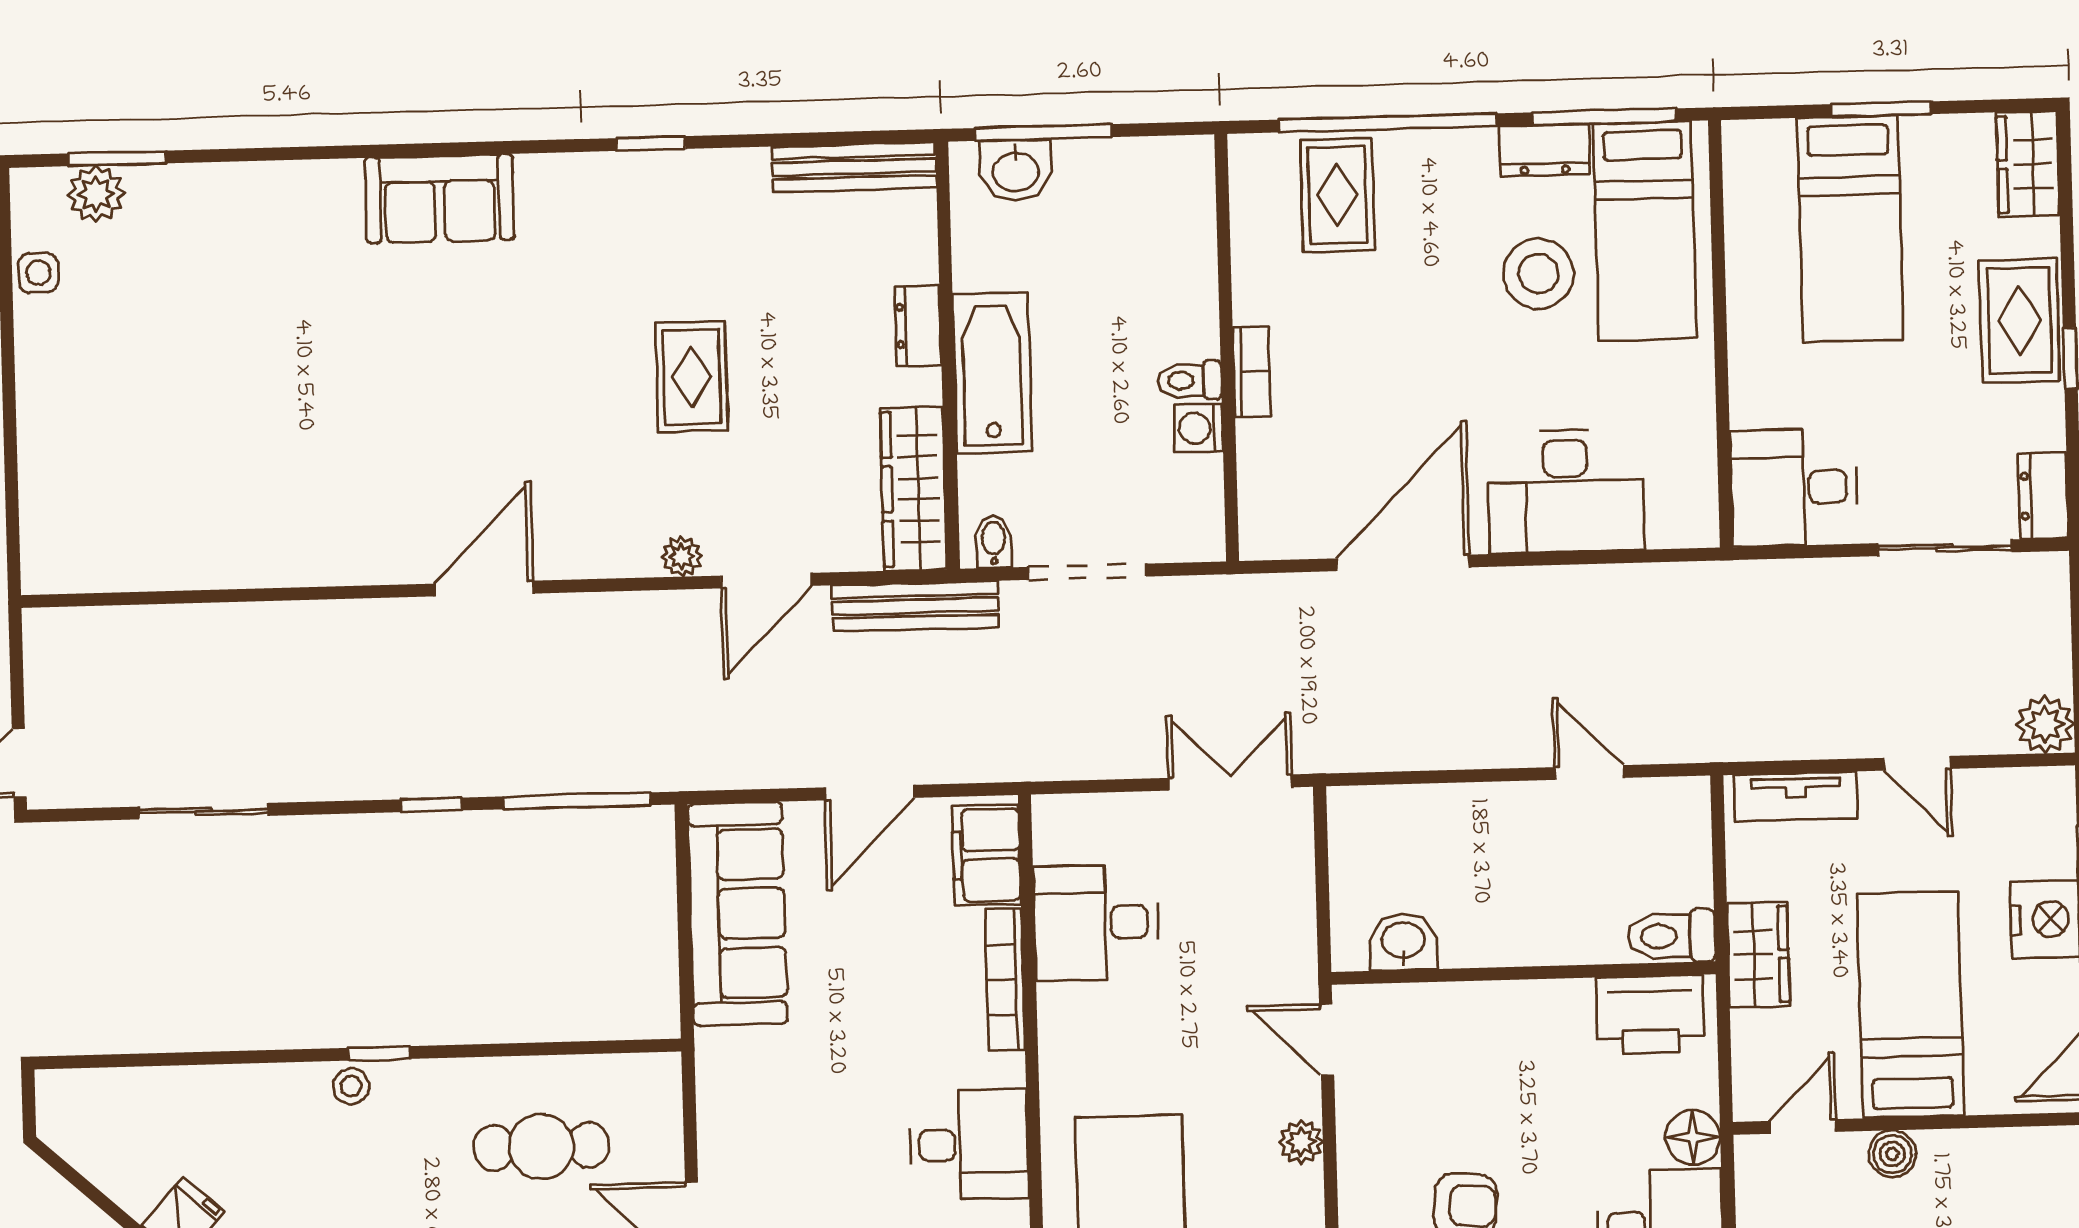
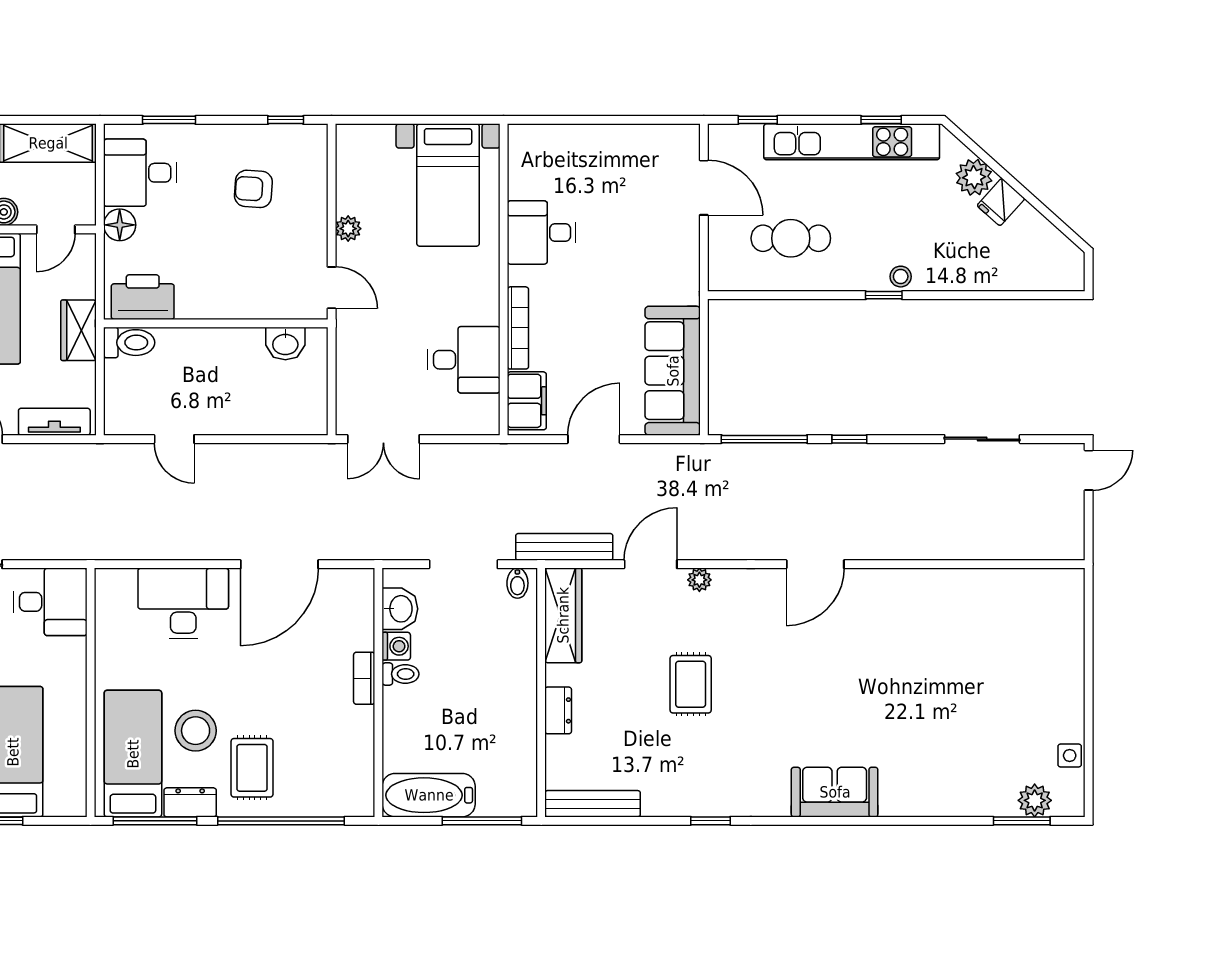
washbasin: (1016, 170) -> (400, 609), moved, turned 90
rug: (1337, 195) -> (252, 768), moved
bathtub: (992, 373) -> (429, 795), moved, turned 90

